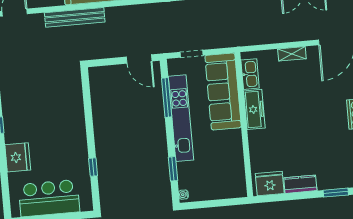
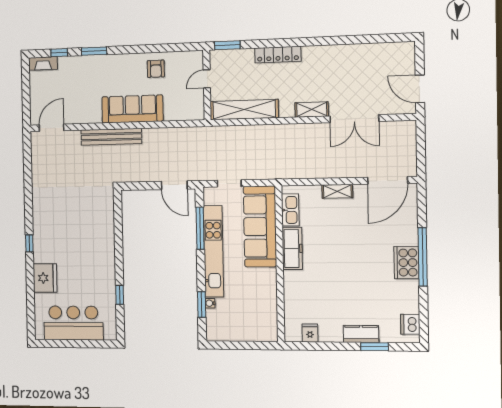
fridge: (270, 184) -> (310, 333), width x0.53, depth x0.75
kitchen counter: (300, 184) -> (361, 334), moved
water cooler: (183, 195) -> (210, 303), moved

